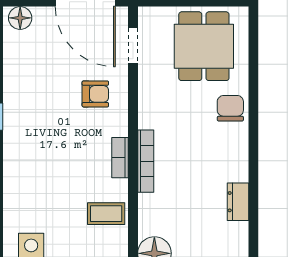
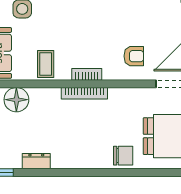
armchair: (95, 94) -> (134, 56), turned -90
dresser: (238, 202) -> (36, 161), moved

